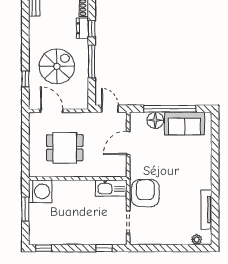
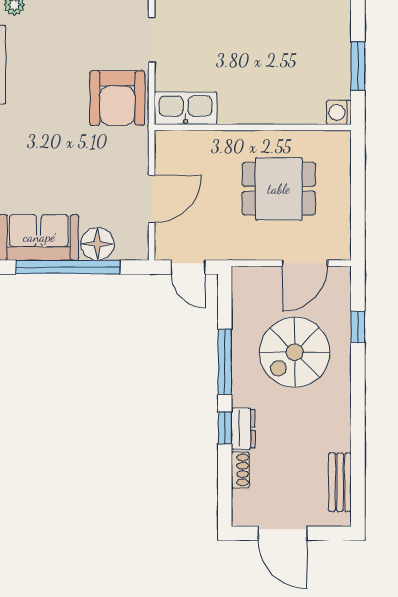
door: (52, 111) -> (305, 263), hinge flipped
washing machine: (40, 191) -> (339, 112), width x0.53, depth x0.53

